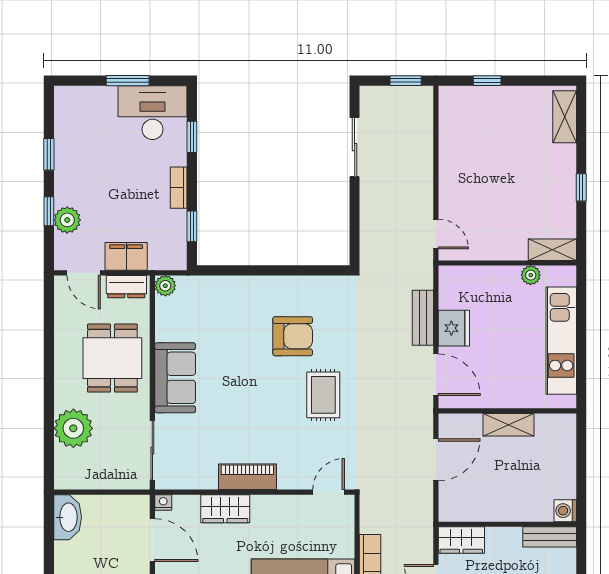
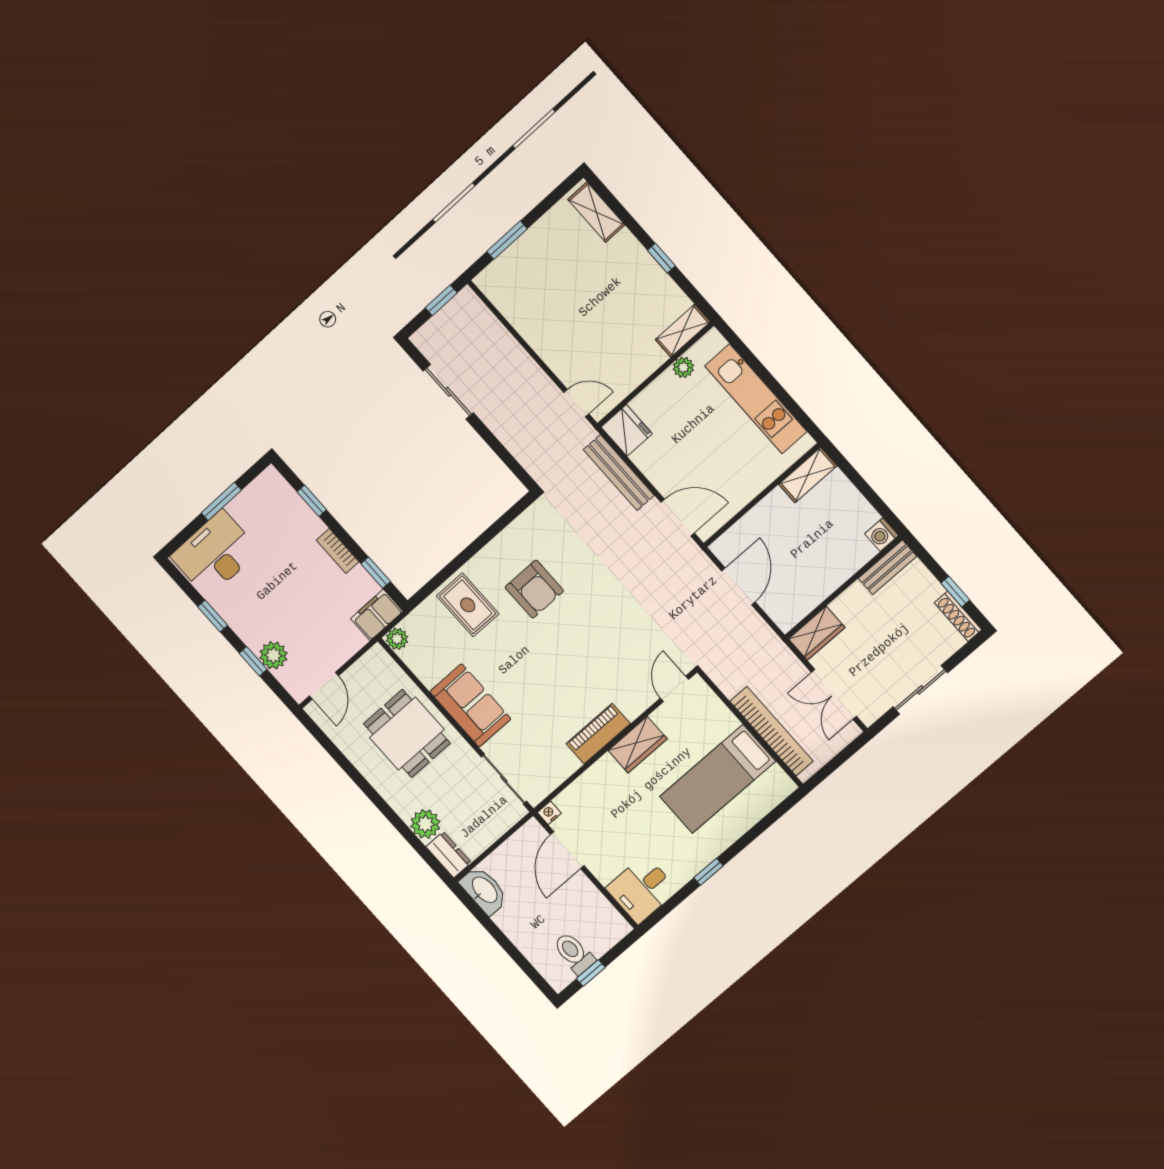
window: (487, 81) -> (507, 240), width x1.50
desk: (153, 113) -> (215, 554), moved
filing cabinet: (126, 256) -> (377, 615), moved
door: (84, 273) -> (324, 686), hinge flipped
dresser: (126, 287) -> (449, 855), moved, turned -90
bench: (423, 318) -> (619, 473), width x1.36
fridge: (454, 328) -> (627, 430), moved
armchair: (293, 336) -> (534, 589), turned 90
rug: (323, 395) -> (468, 605), moved
shelving: (508, 425) -> (808, 475), moved
plant: (73, 428) -> (425, 824), width x0.73, depth x0.73
wardrobe: (225, 509) -> (638, 745), moved
door: (152, 540) -> (567, 850), swing flipped

